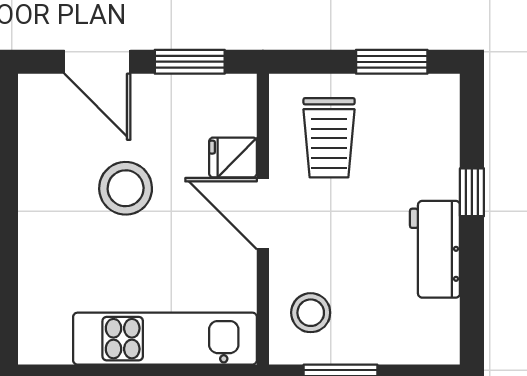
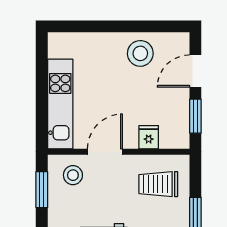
stool: (126, 188) -> (140, 53), moved
door: (263, 214) -> (105, 152), moved

